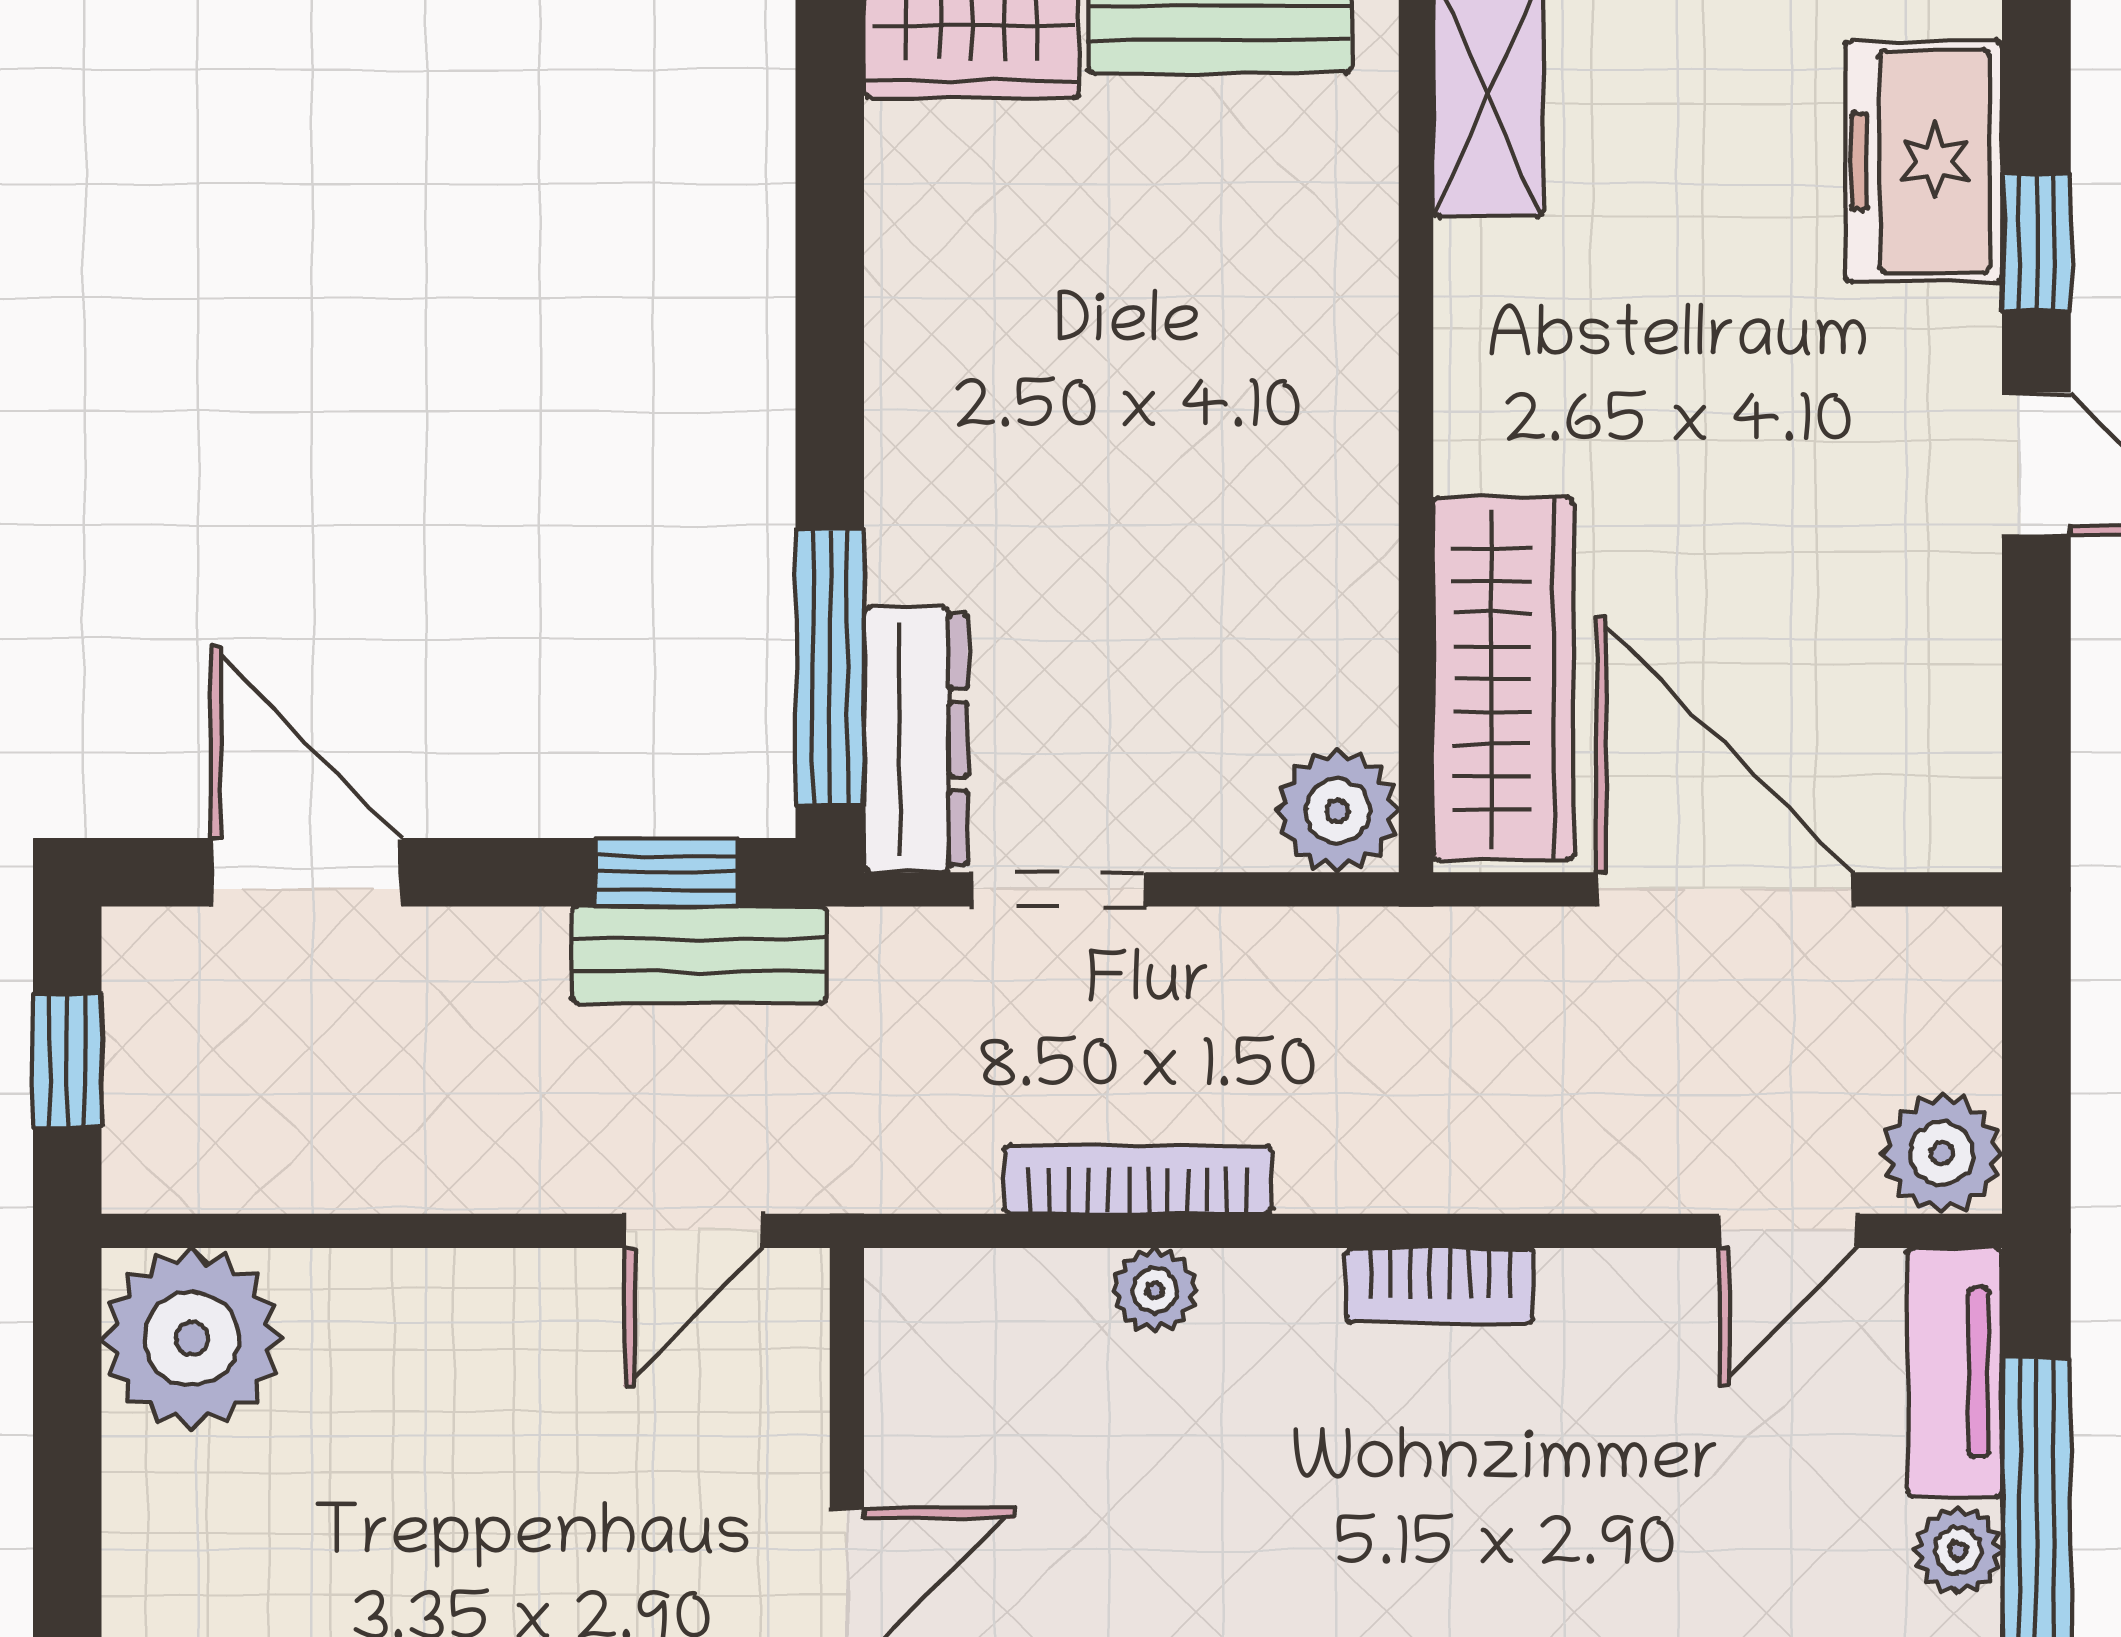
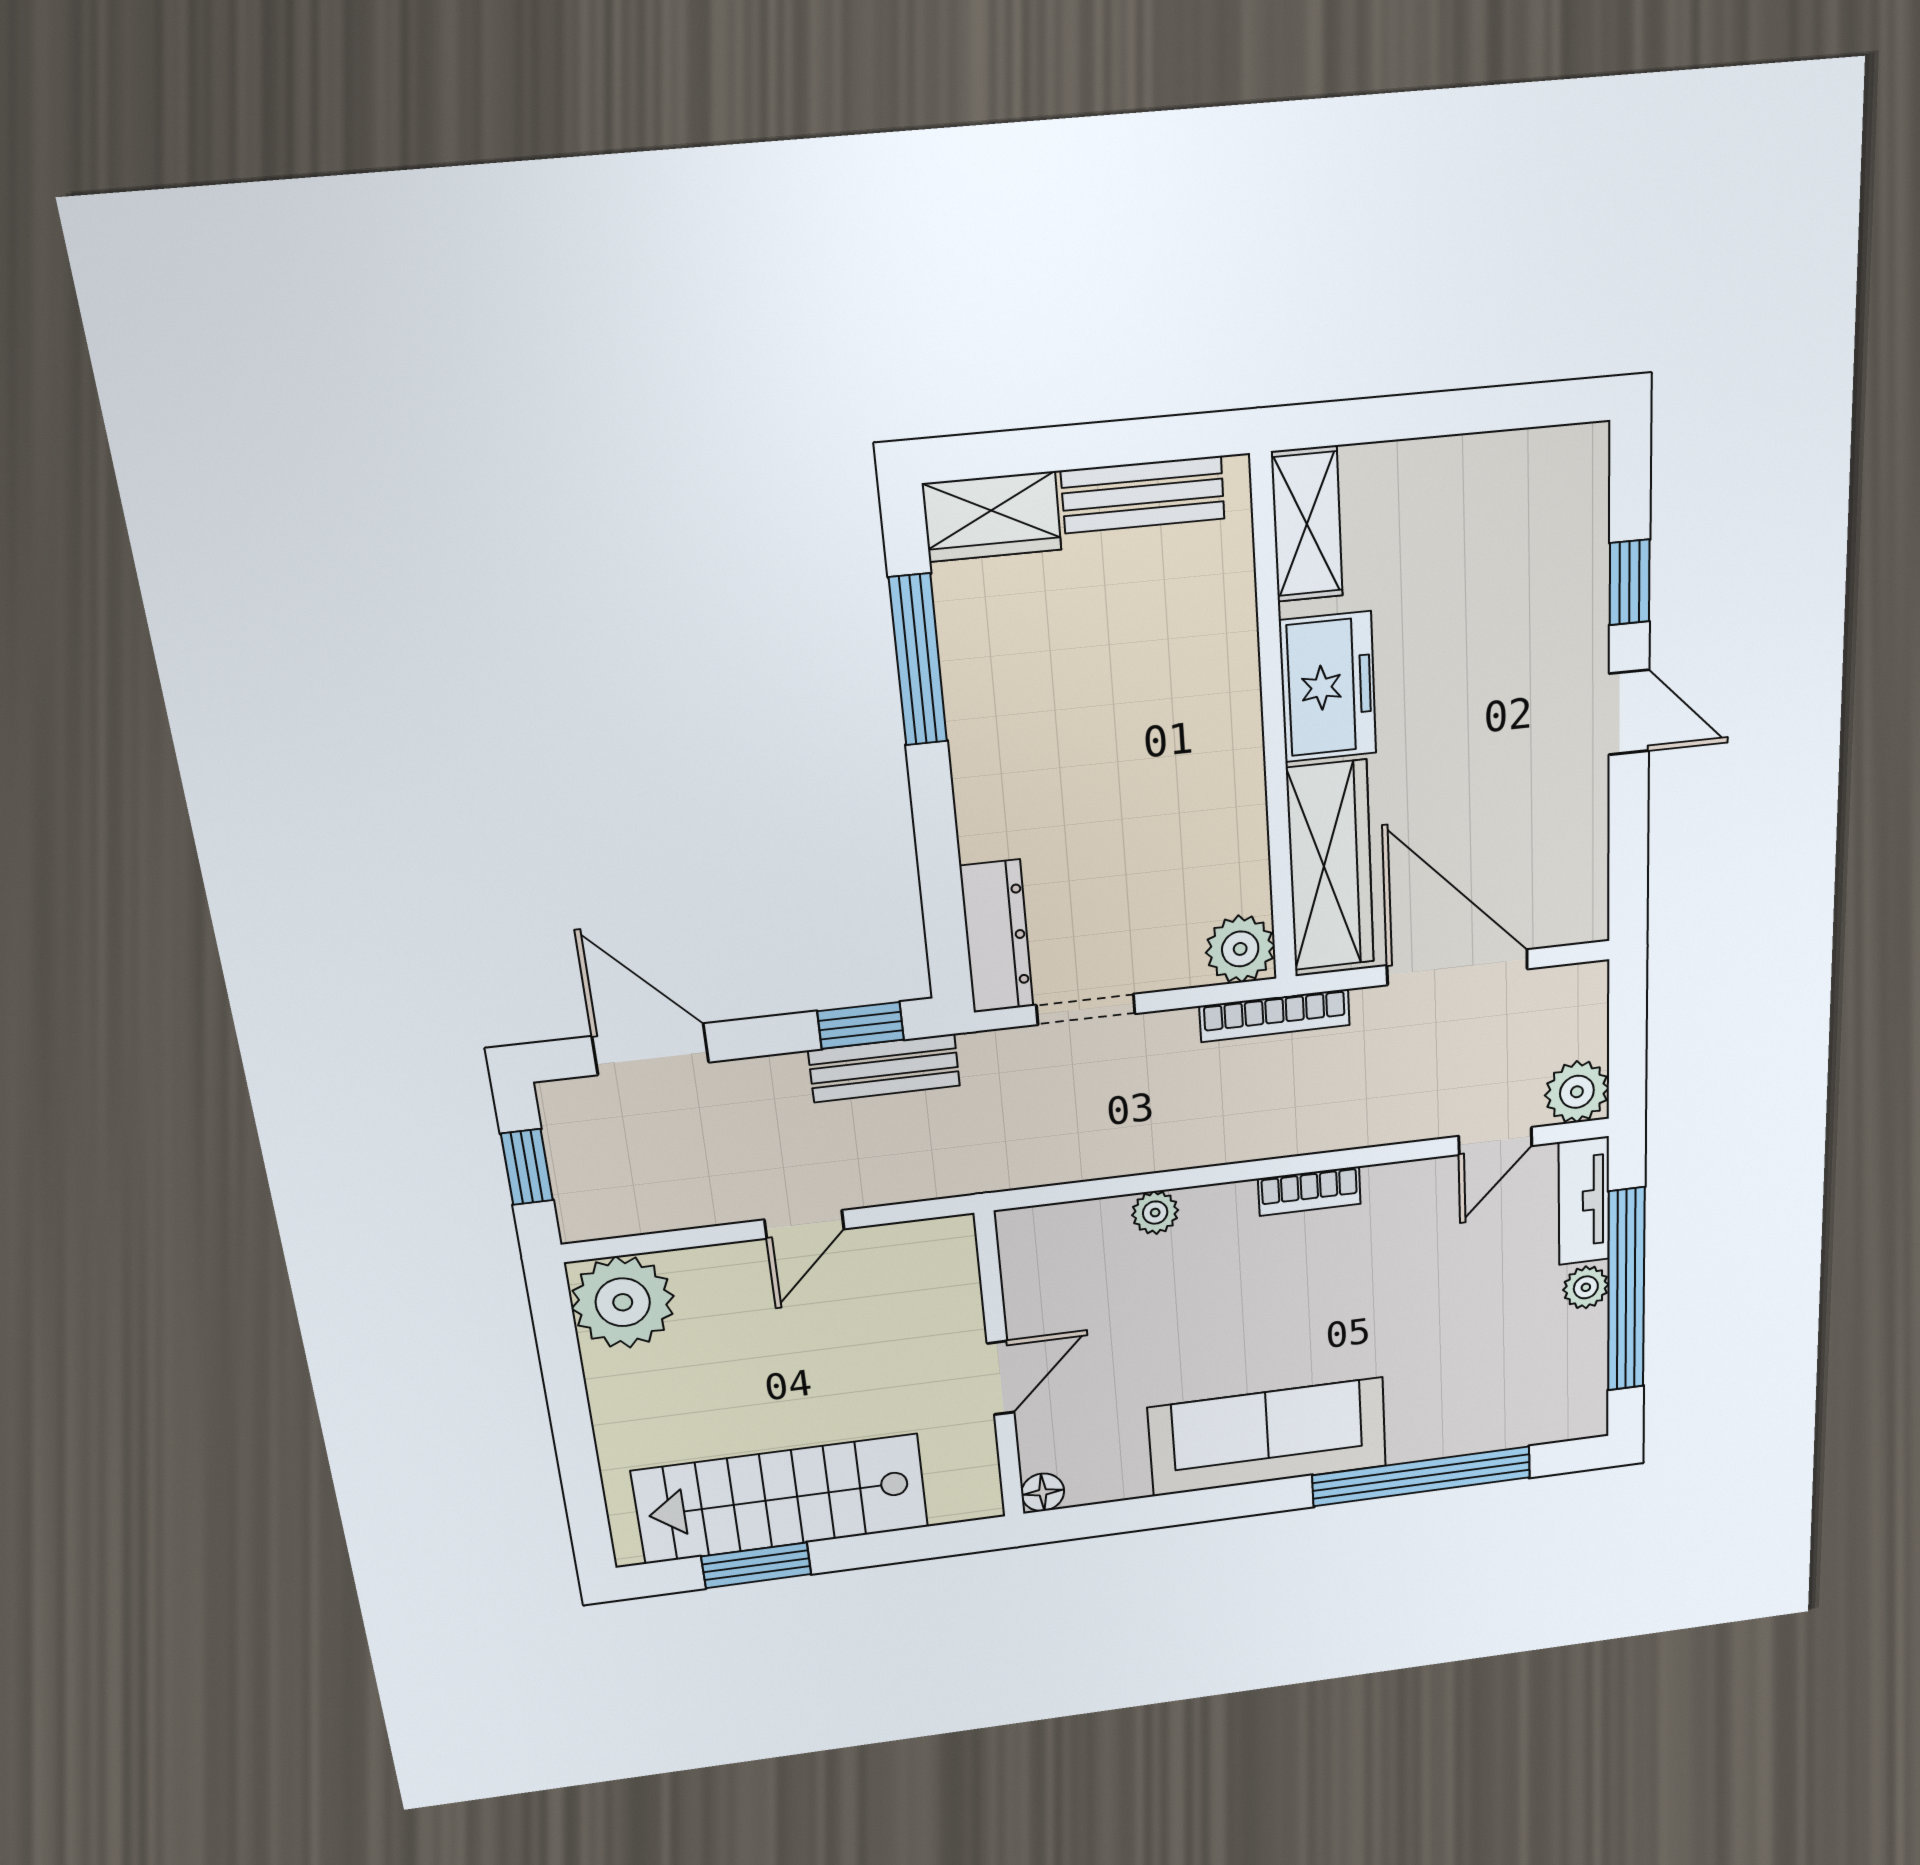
freezer: (1924, 162) -> (1328, 687), moved, turned 180
window: (830, 667) -> (918, 660), moved
bookcase: (1138, 1180) -> (1275, 1016), moved, turned 180
door: (694, 1231) -> (804, 1224), moved

